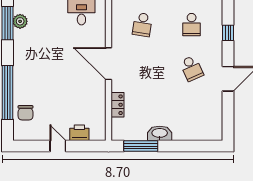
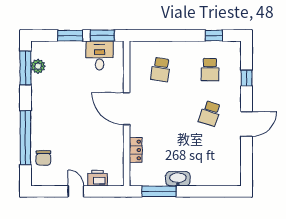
school desk: (192, 68) -> (210, 113), turned 42

